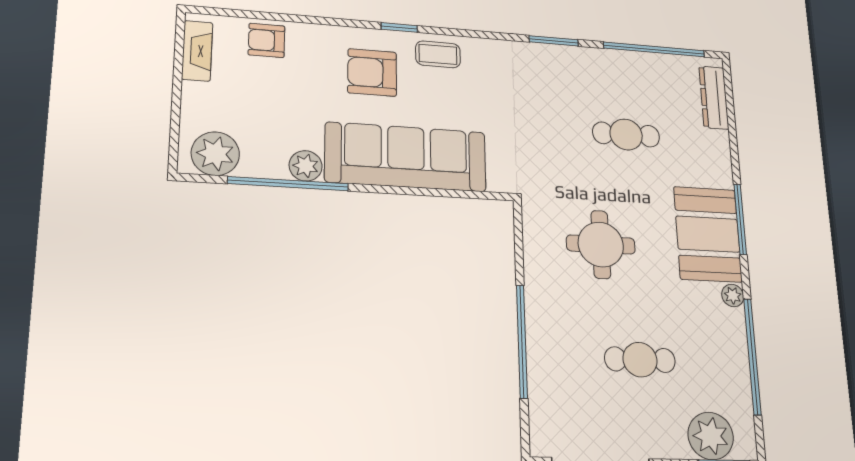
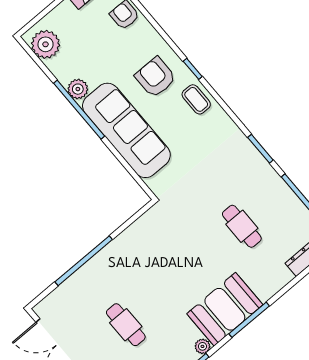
window: (288, 184) -> (79, 110), moved
round table: (601, 244) -> (169, 260), removed

